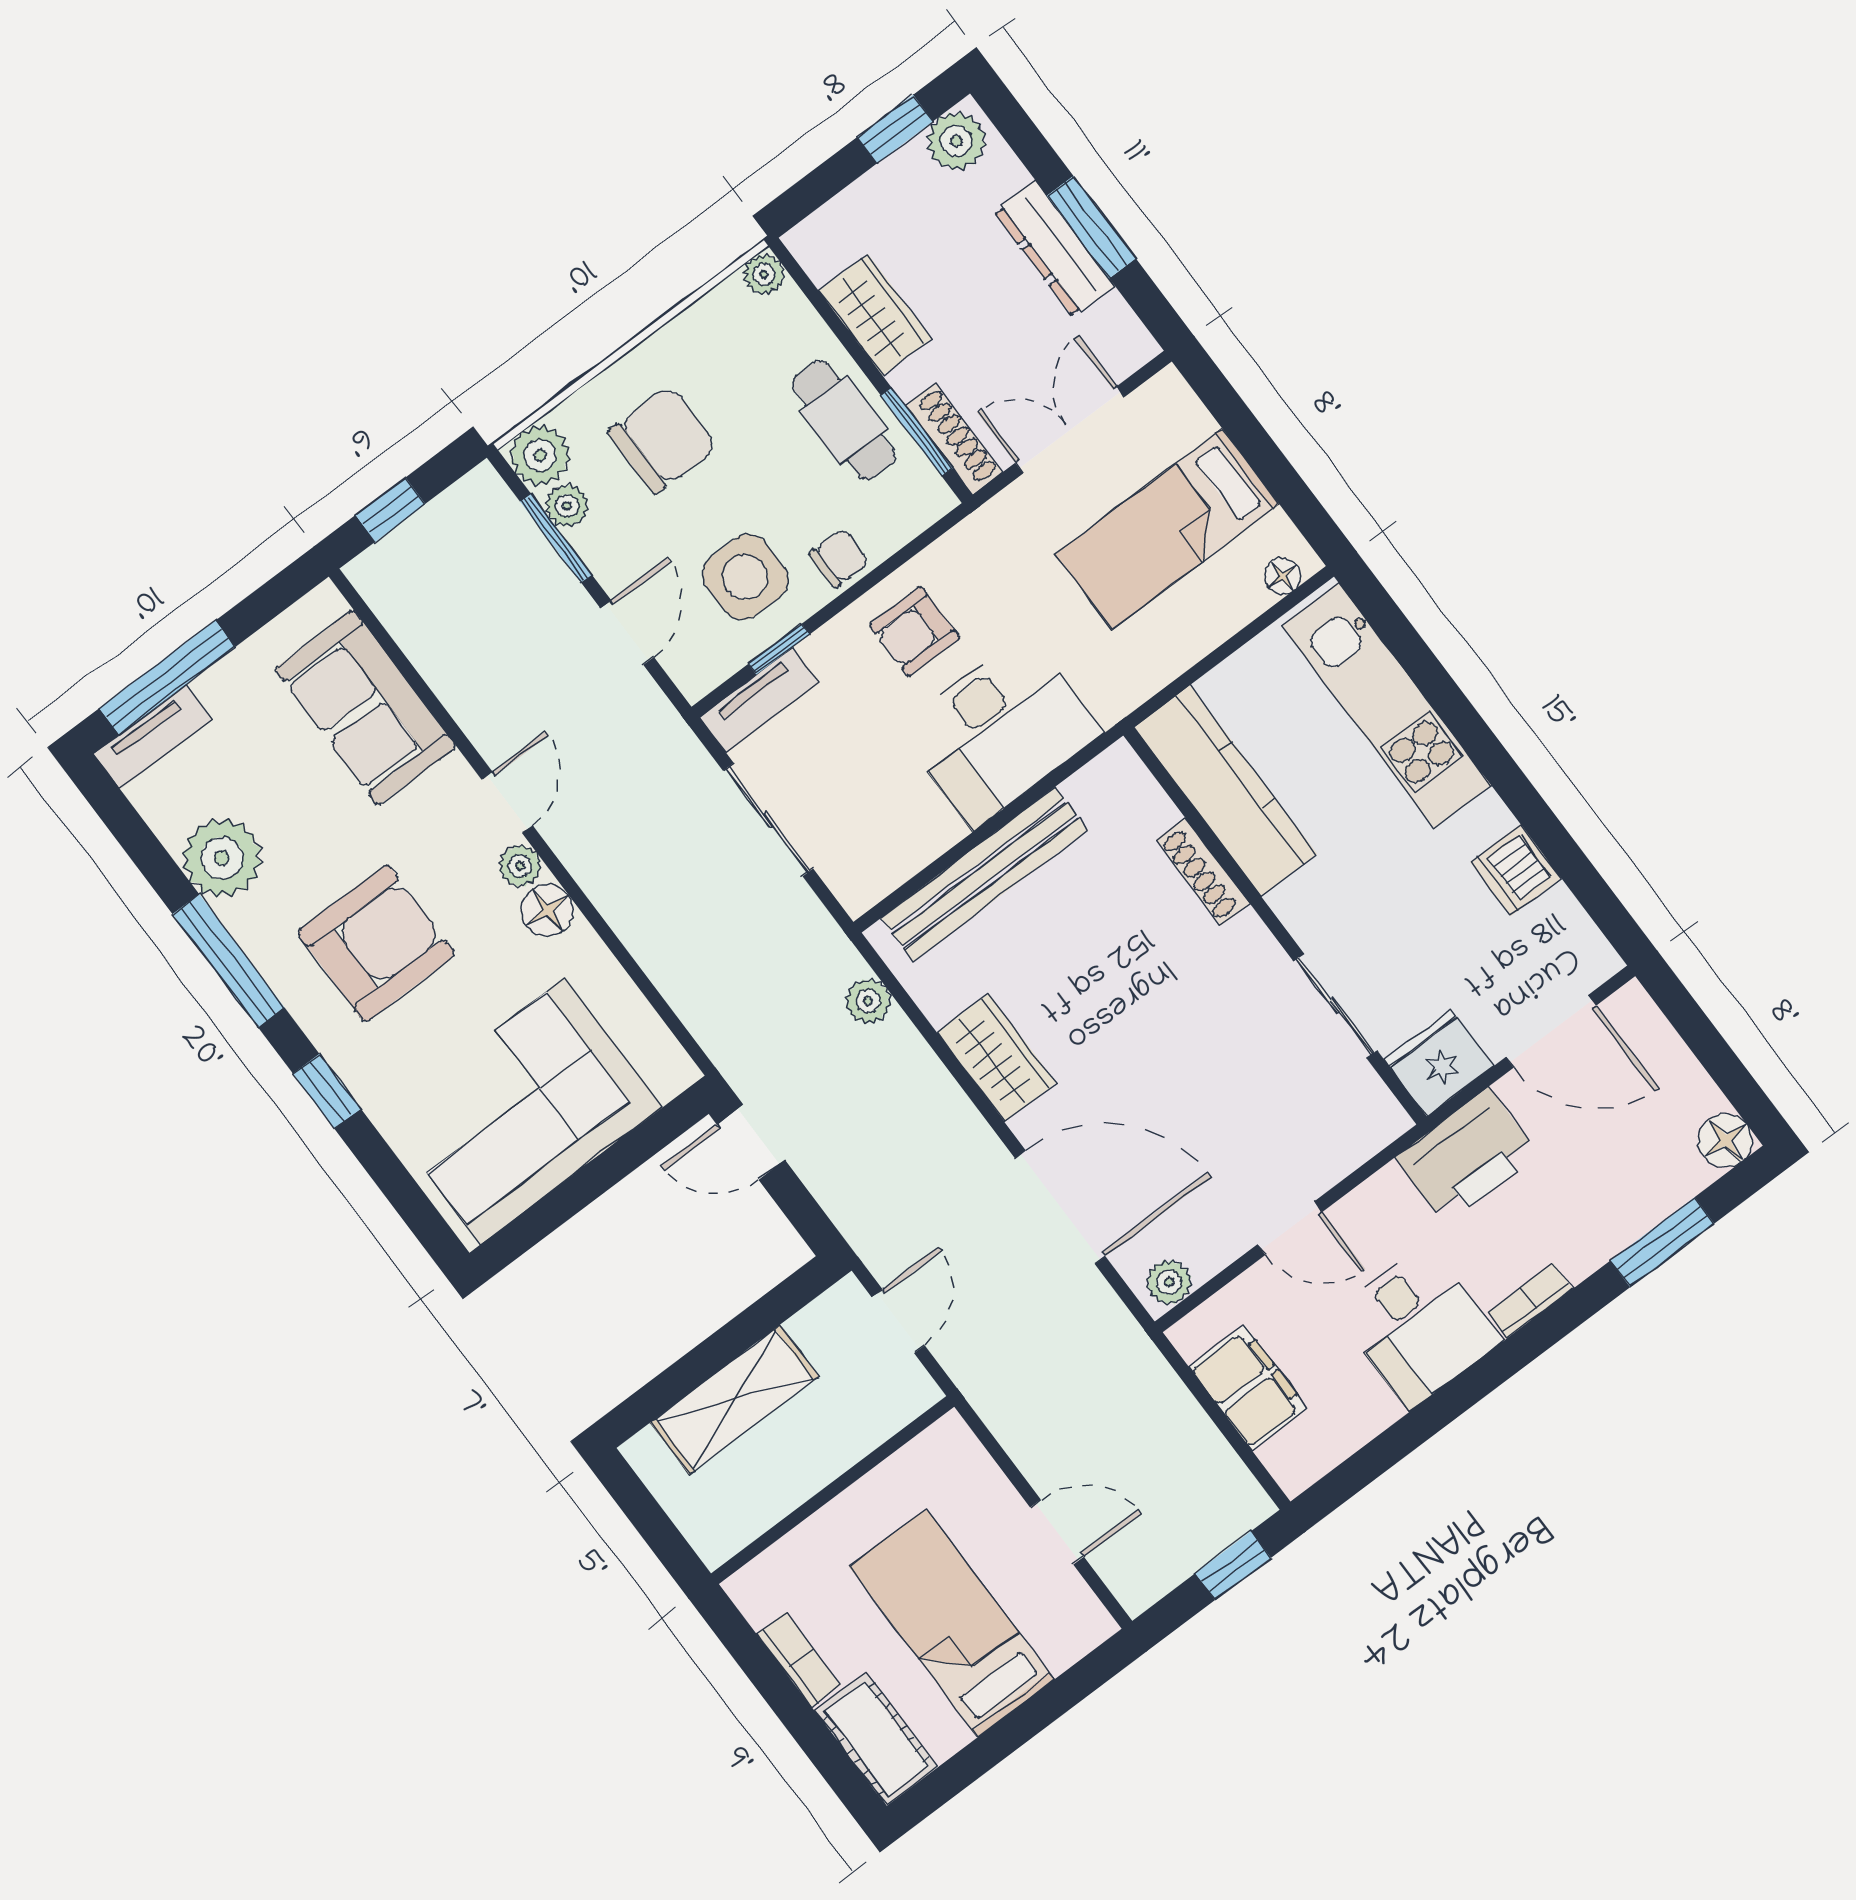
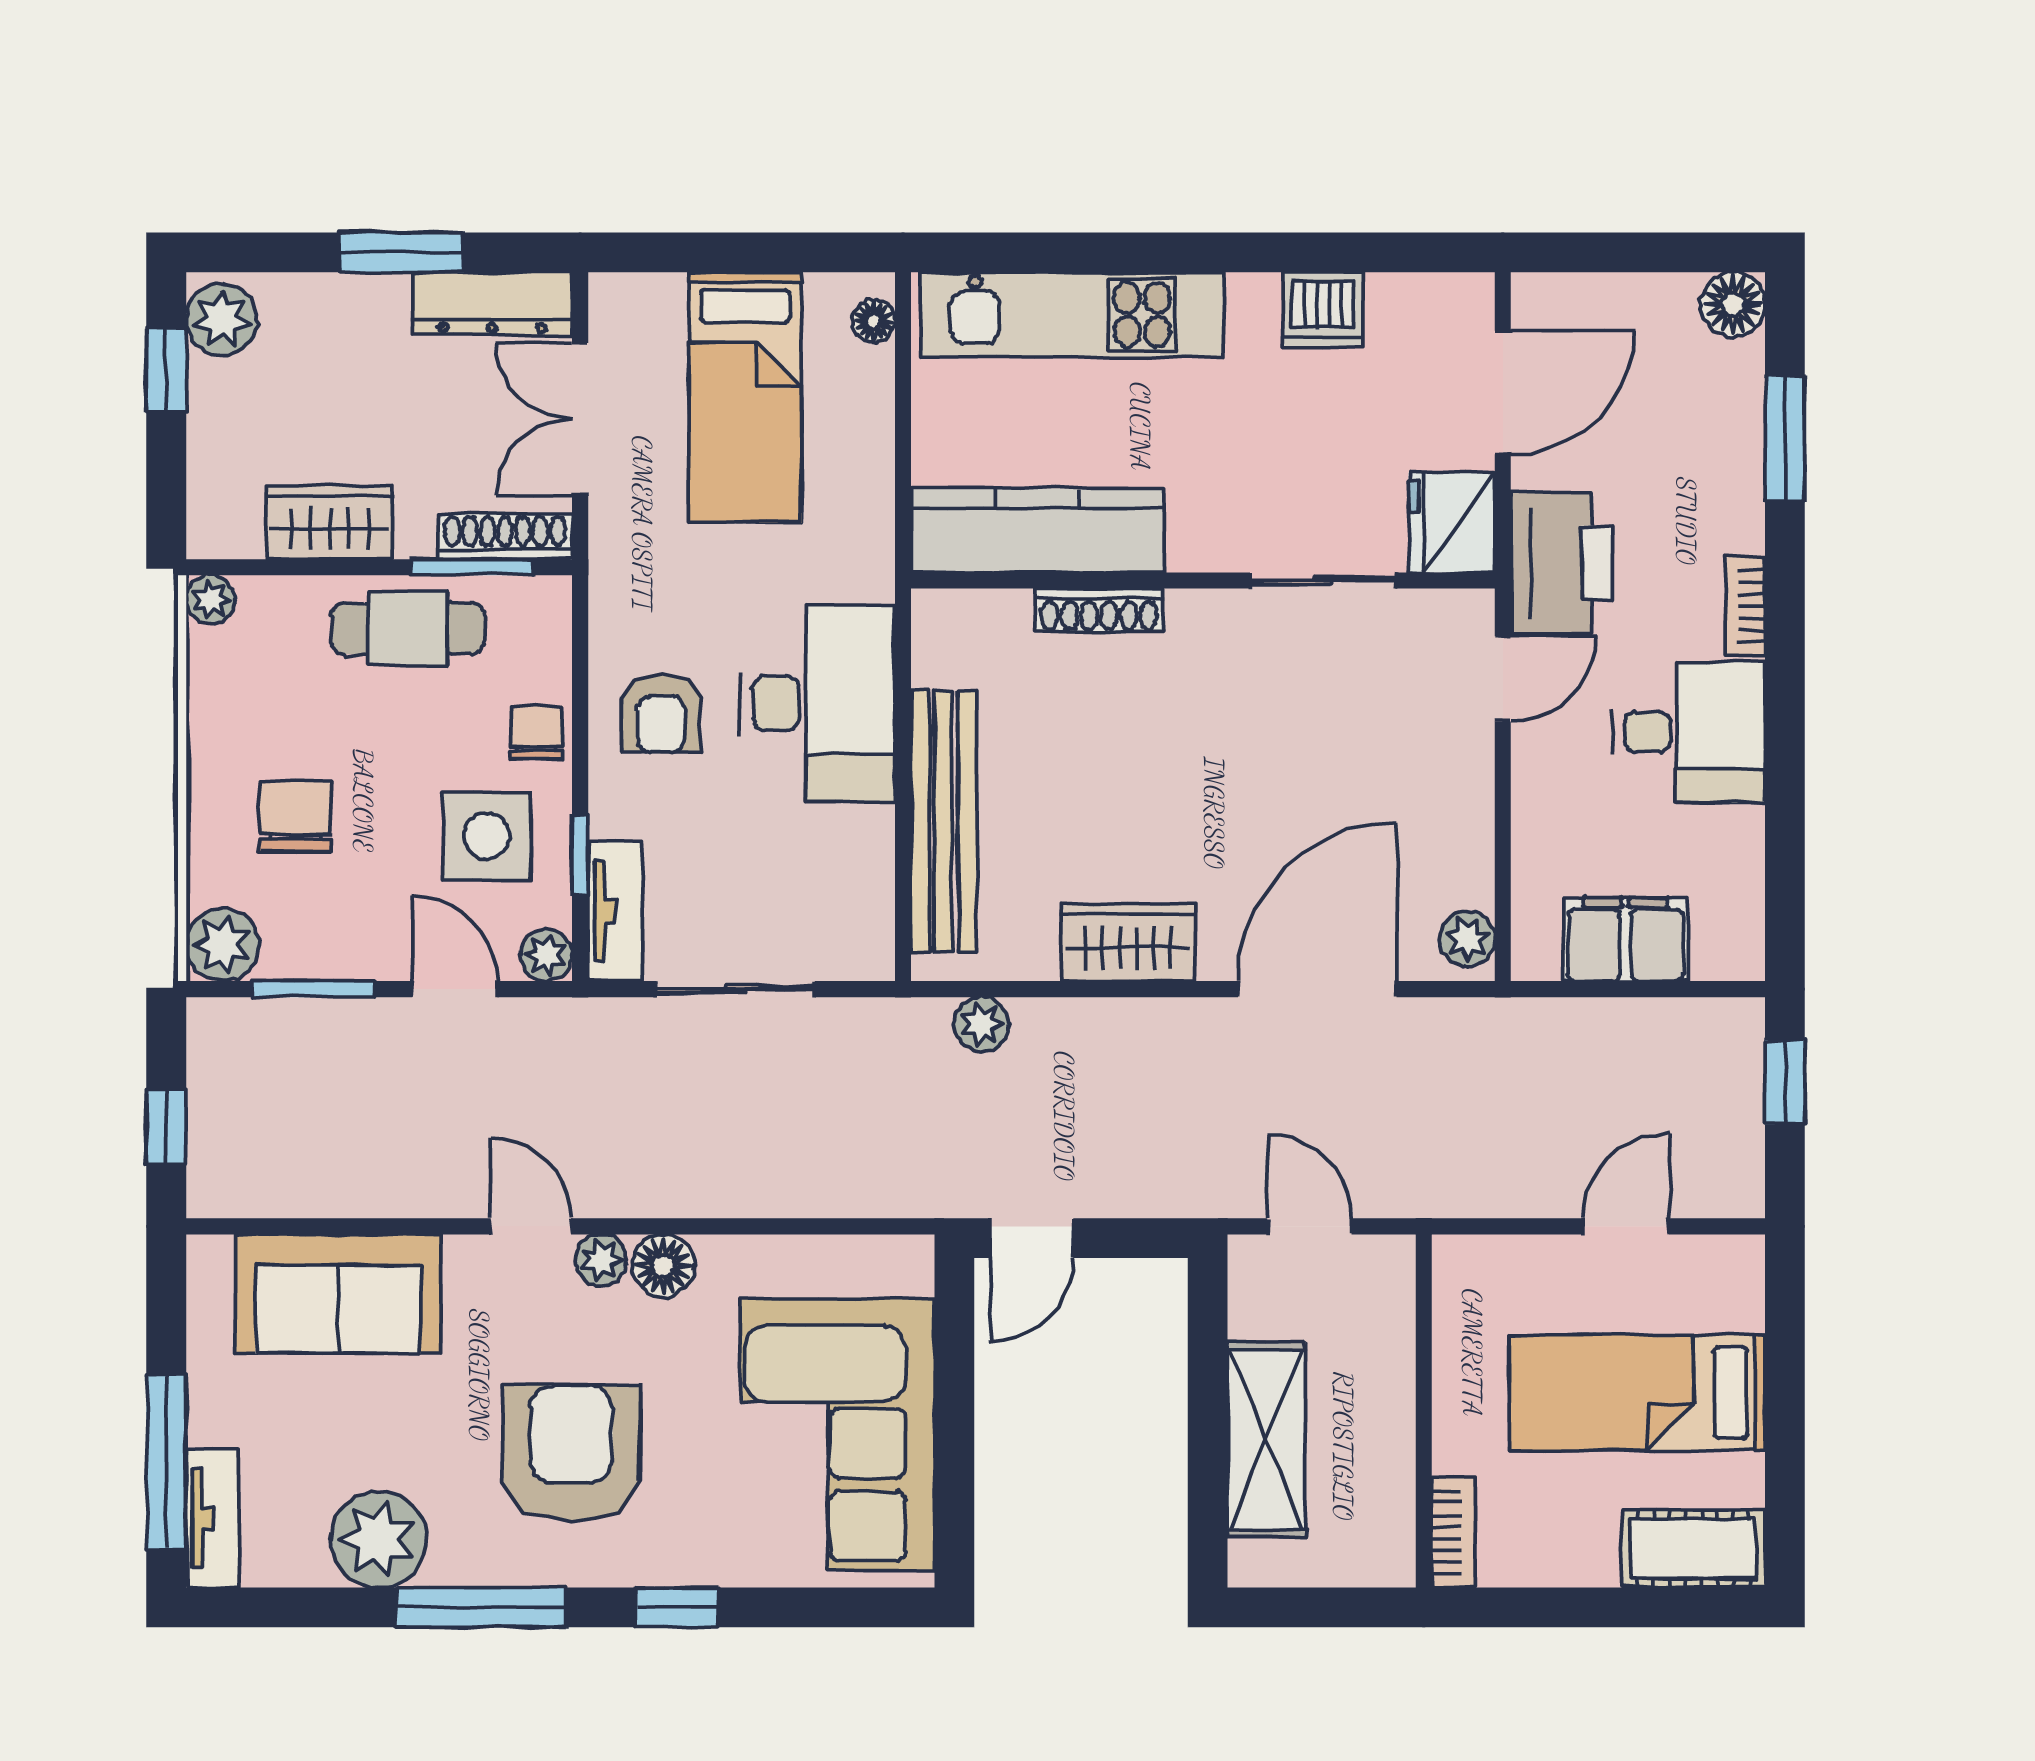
dresser: (1054, 249) -> (492, 303), moved
chair: (663, 439) -> (296, 816), width x0.73, depth x0.73
plant: (567, 506) -> (546, 955), moved
door: (1290, 1228) -> (1503, 679), moved
bookcase: (799, 1659) -> (1454, 1533), moved, turned 90

